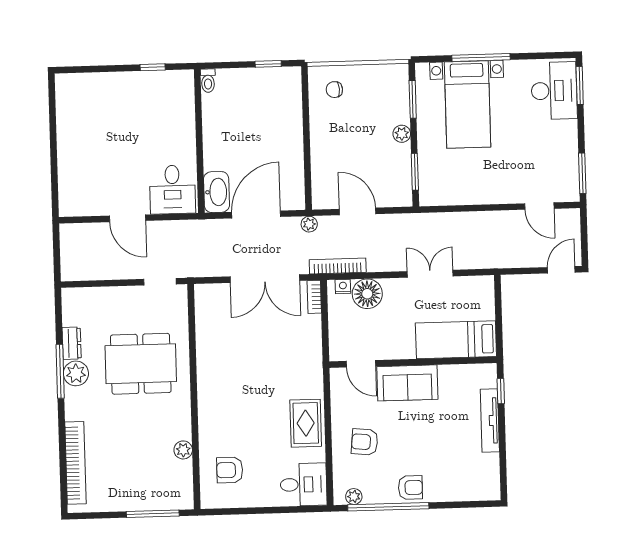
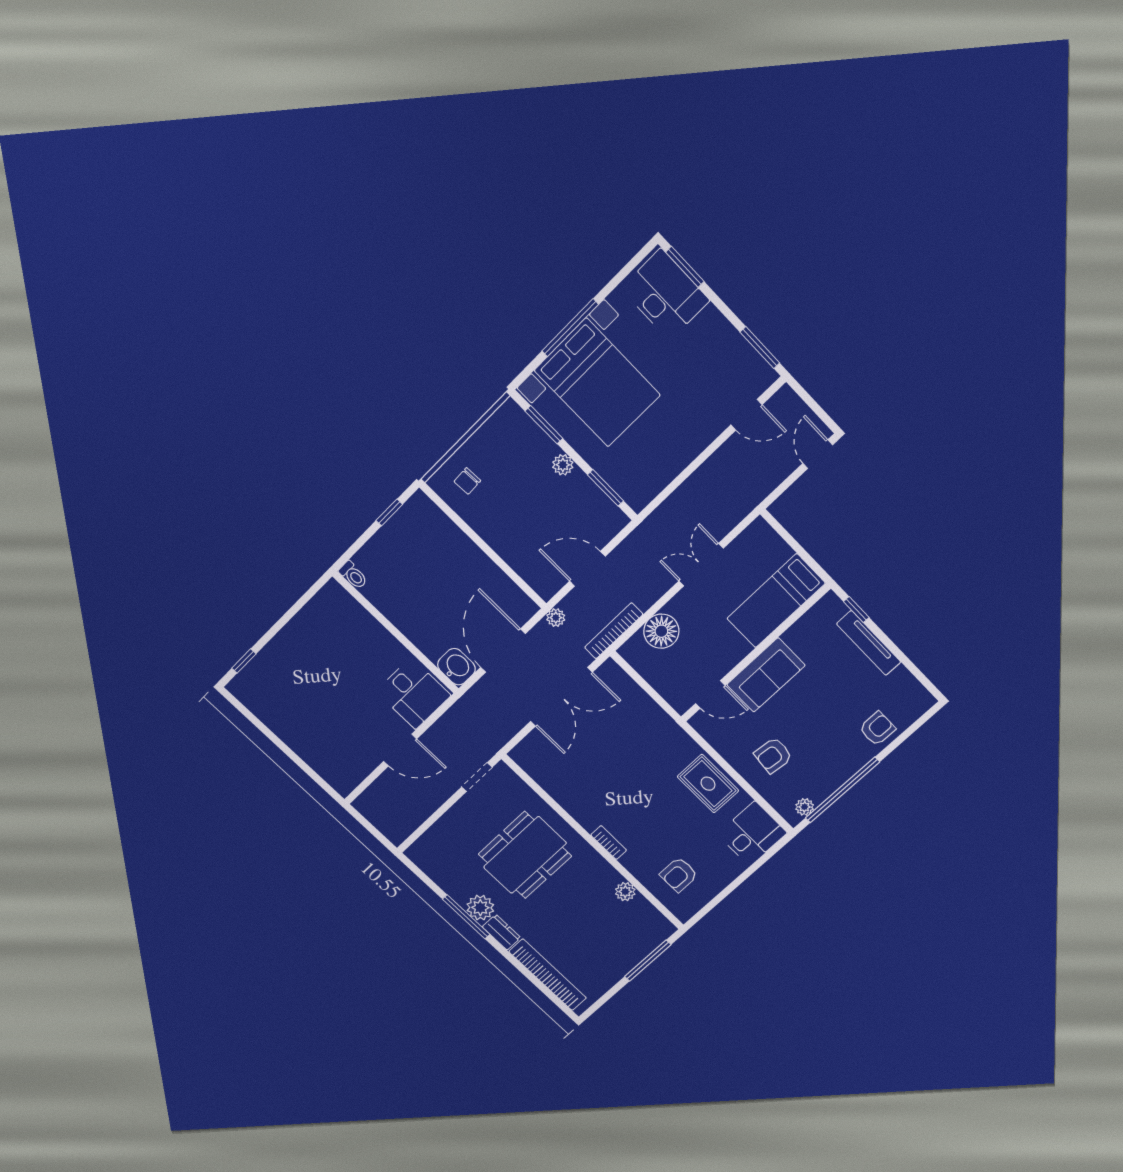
window: (153, 67) -> (244, 661), moved
bed with nightstands: (468, 104) -> (597, 383), width x1.36
washbasin: (216, 192) -> (456, 667), width x0.72
nightstand: (343, 287) -> (635, 644), removed
bookcase: (314, 297) -> (609, 843), moved, turned 180
dresser: (72, 343) -> (502, 932), moved
armchair: (410, 488) -> (877, 729), moved

